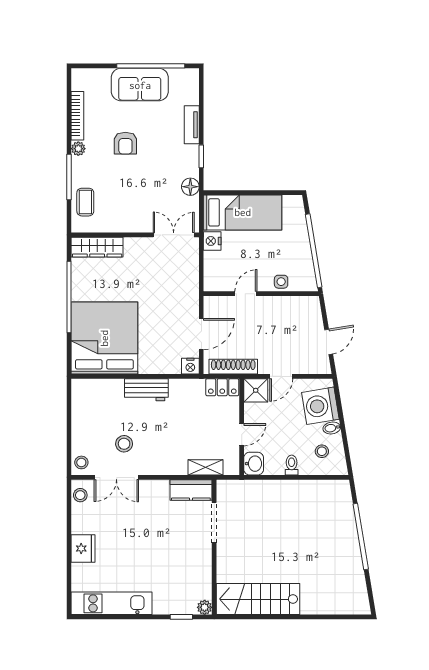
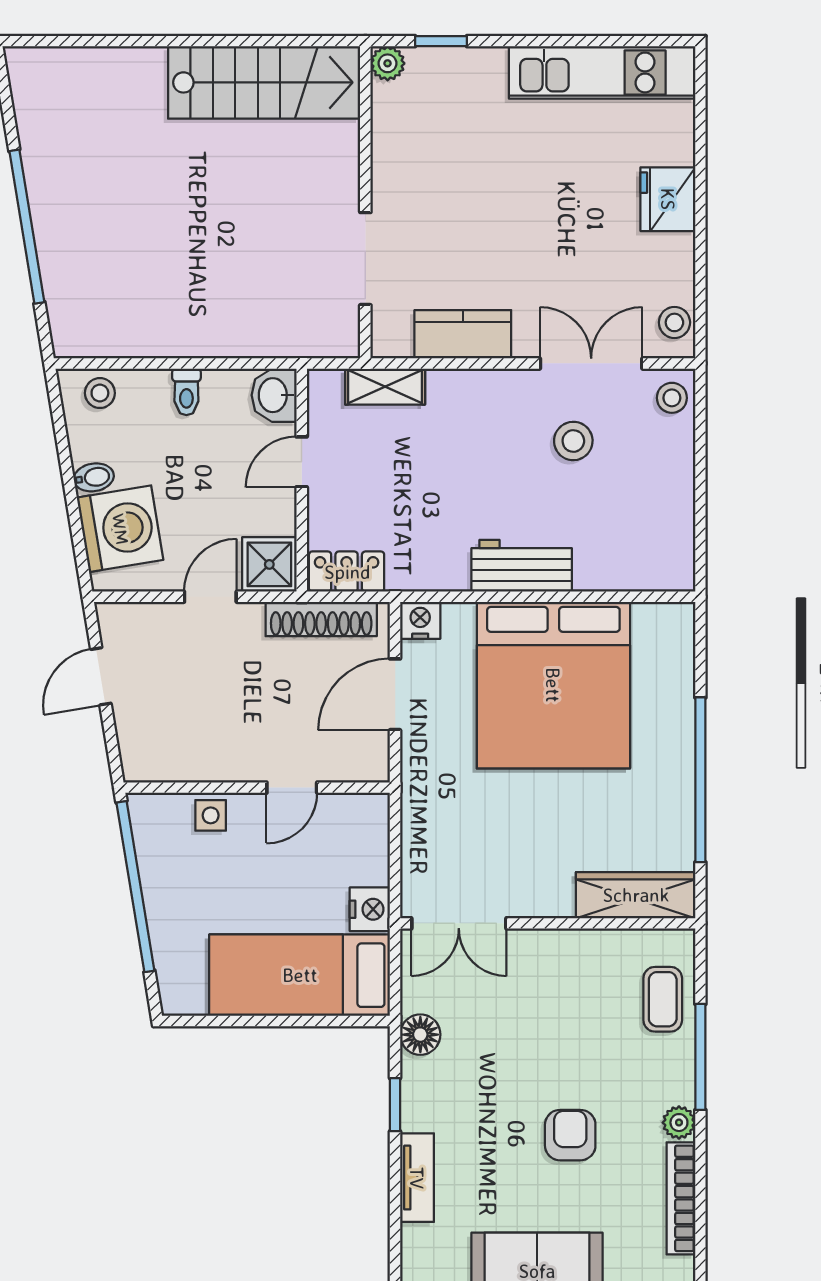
bed: (104, 338) -> (553, 685), moved
stool: (322, 451) -> (100, 393), moved
kitchen counter: (191, 490) -> (463, 334), moved

